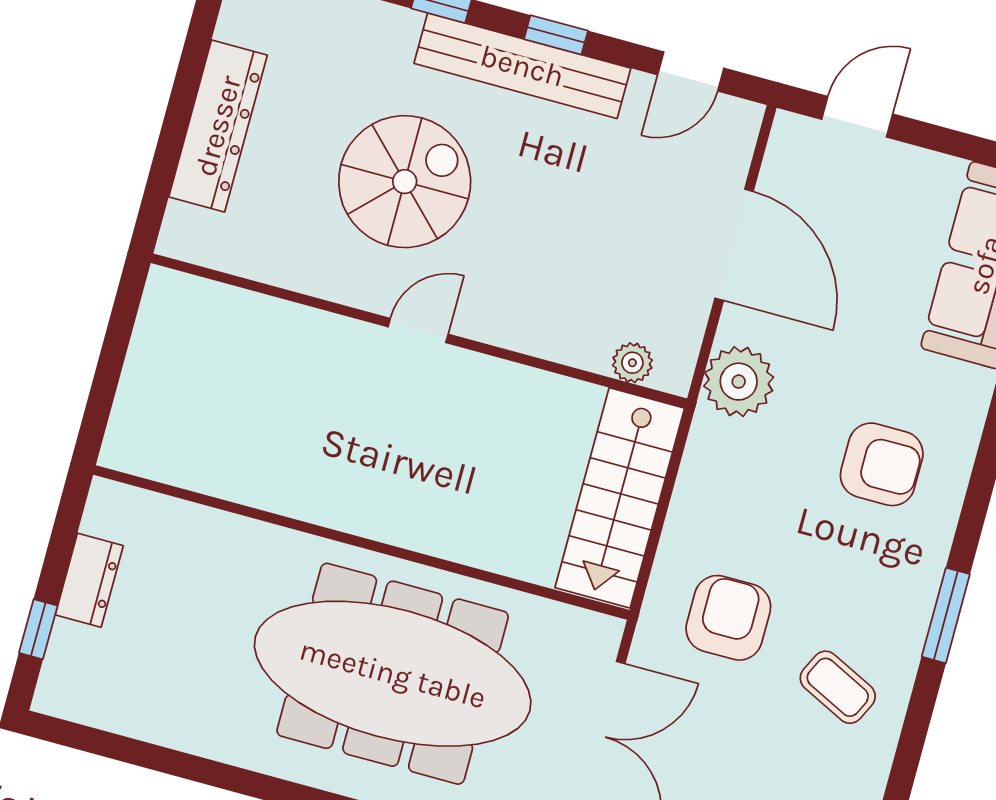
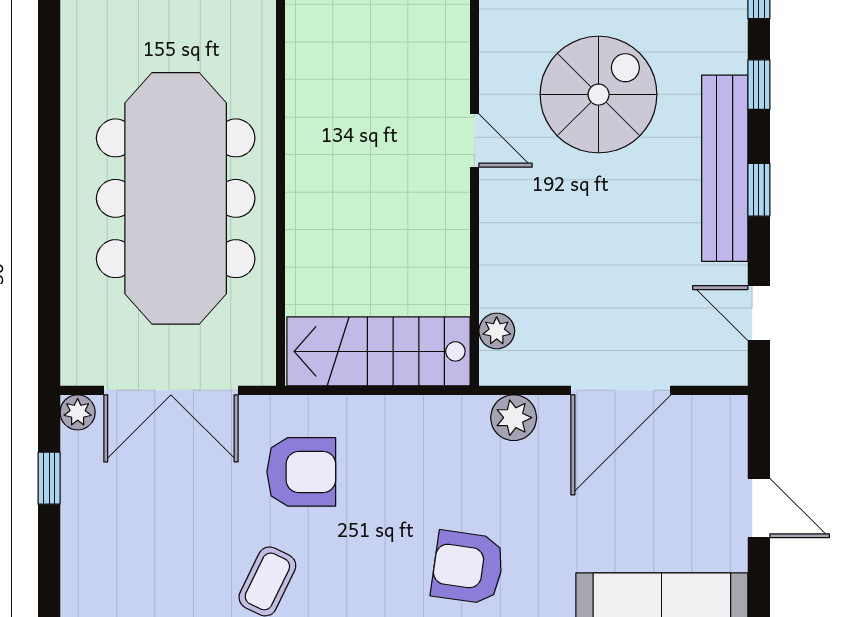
door: (857, 117) -> (759, 508), moved
spiral stairs: (405, 182) -> (599, 95), turned -90
plant: (739, 382) -> (514, 418), width x0.73, depth x0.73
armchair: (882, 464) -> (468, 567), turned 98

